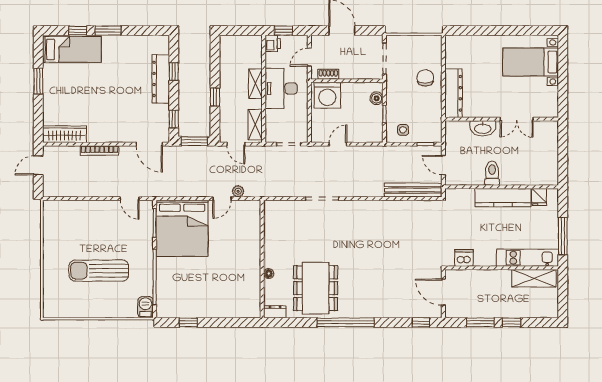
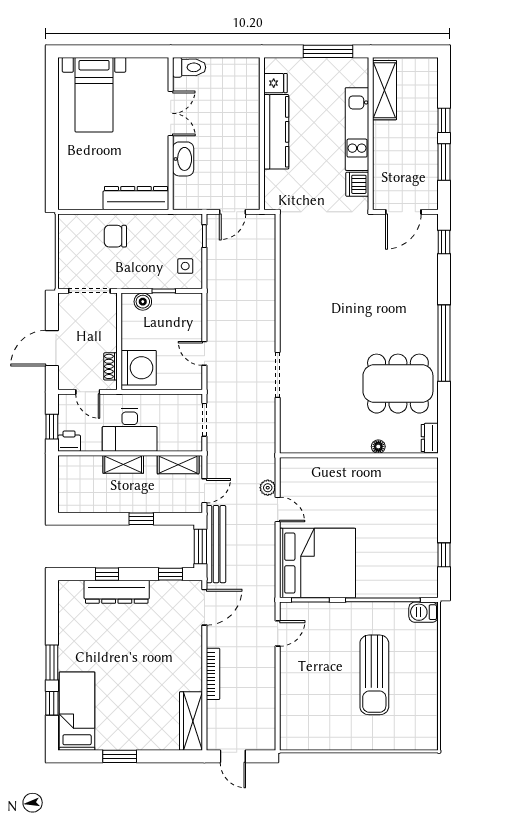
toilet: (492, 173) -> (189, 67), moved, turned 180
bench: (413, 190) -> (216, 544), moved
kitchen unit: (527, 258) -> (357, 129), moved

